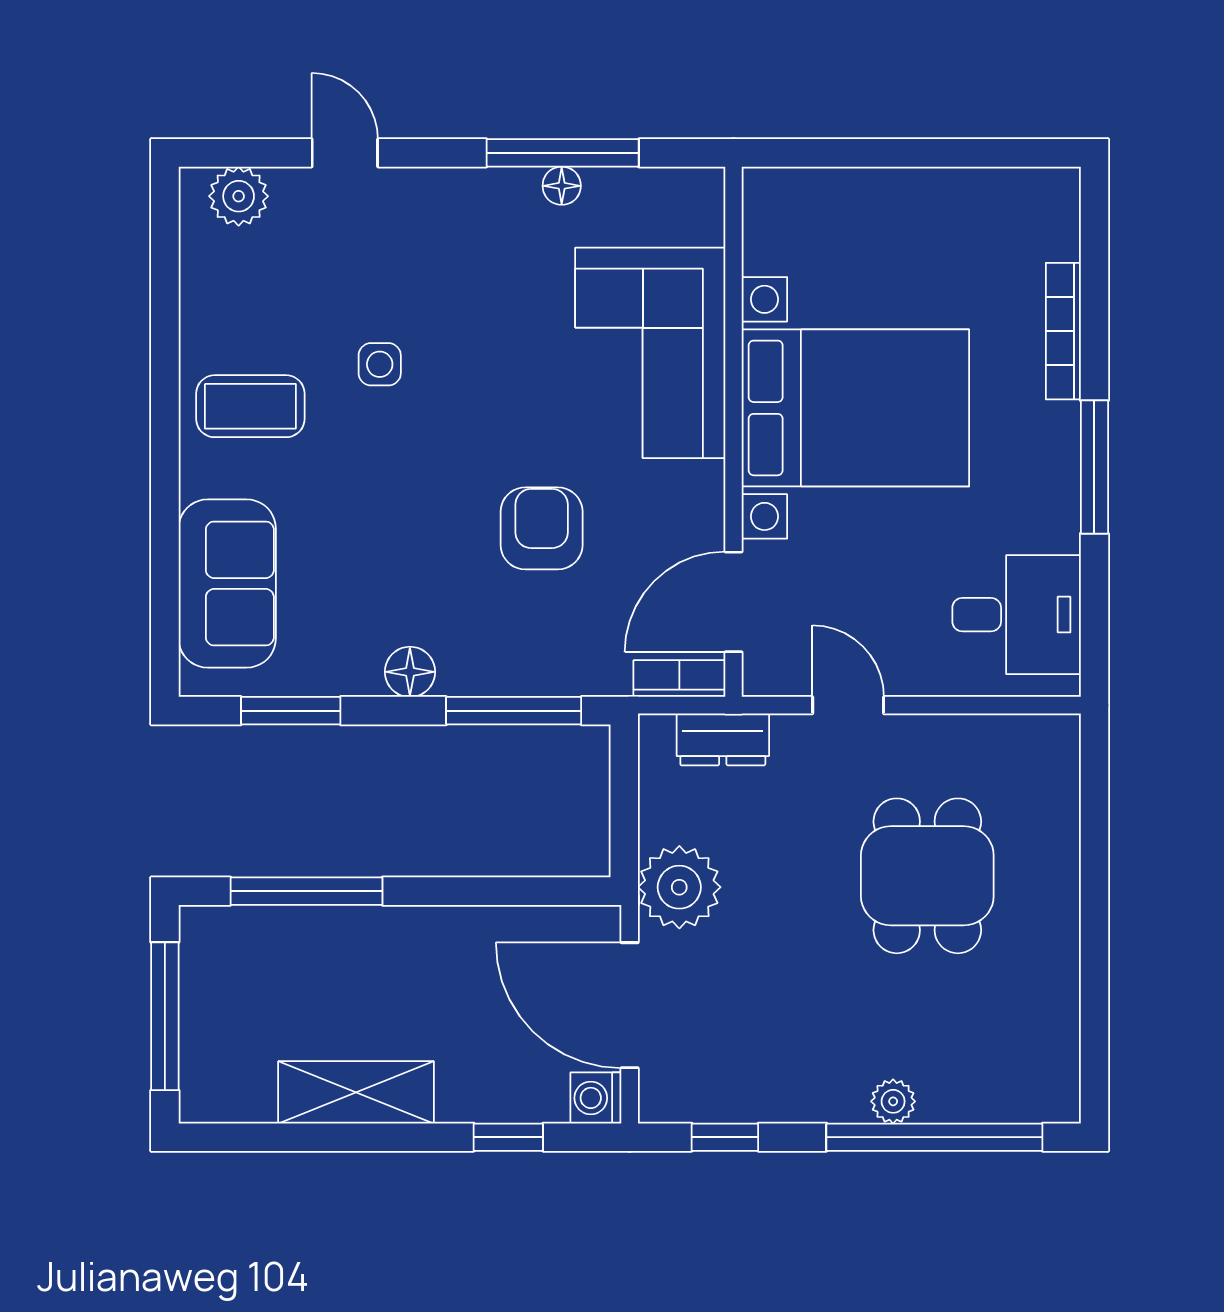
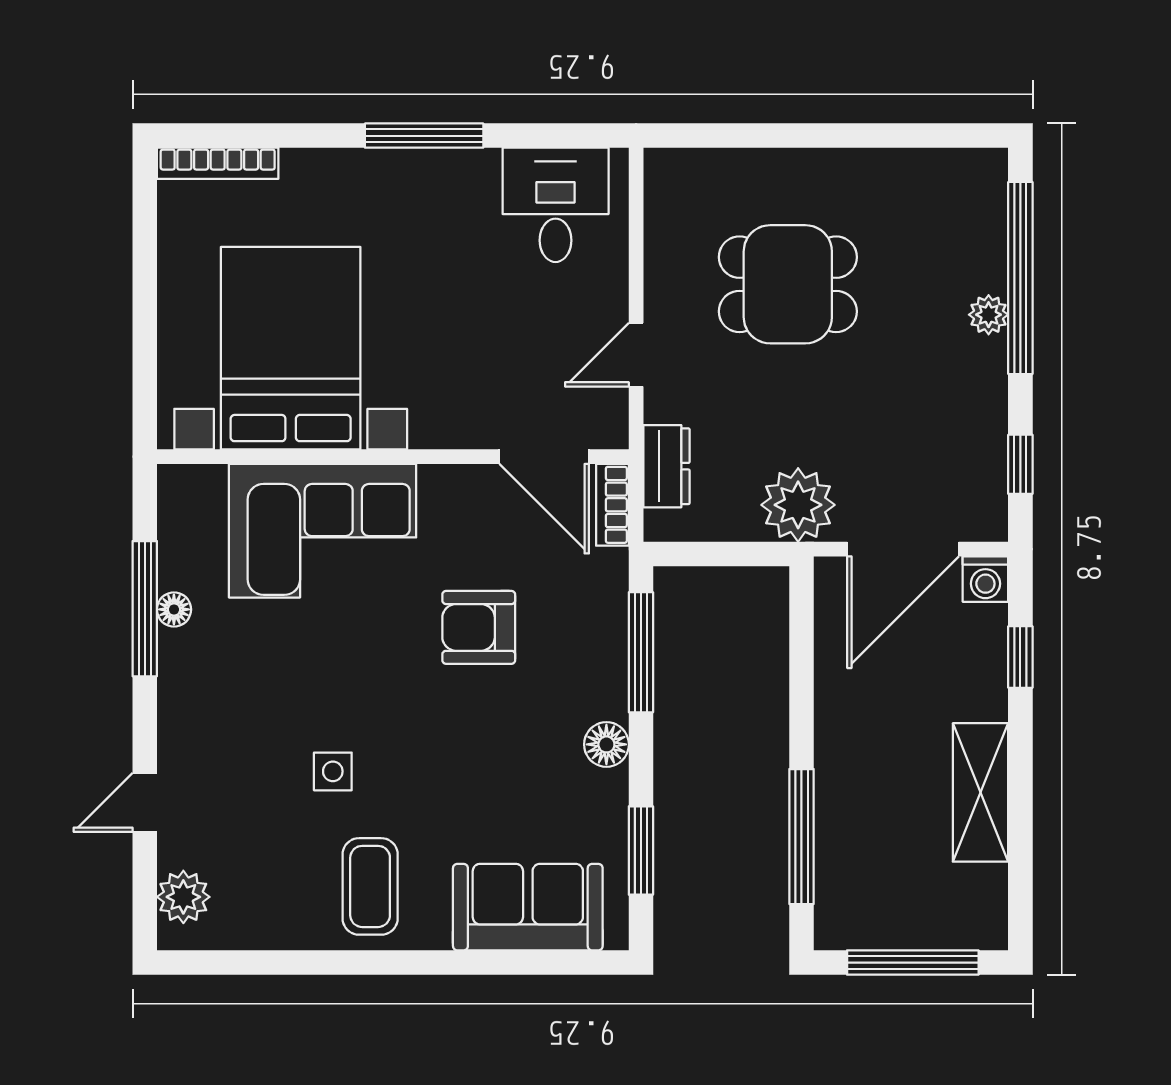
bookcase: (1063, 331) -> (218, 163), moved
bed with nightstands: (855, 408) -> (291, 348), moved

